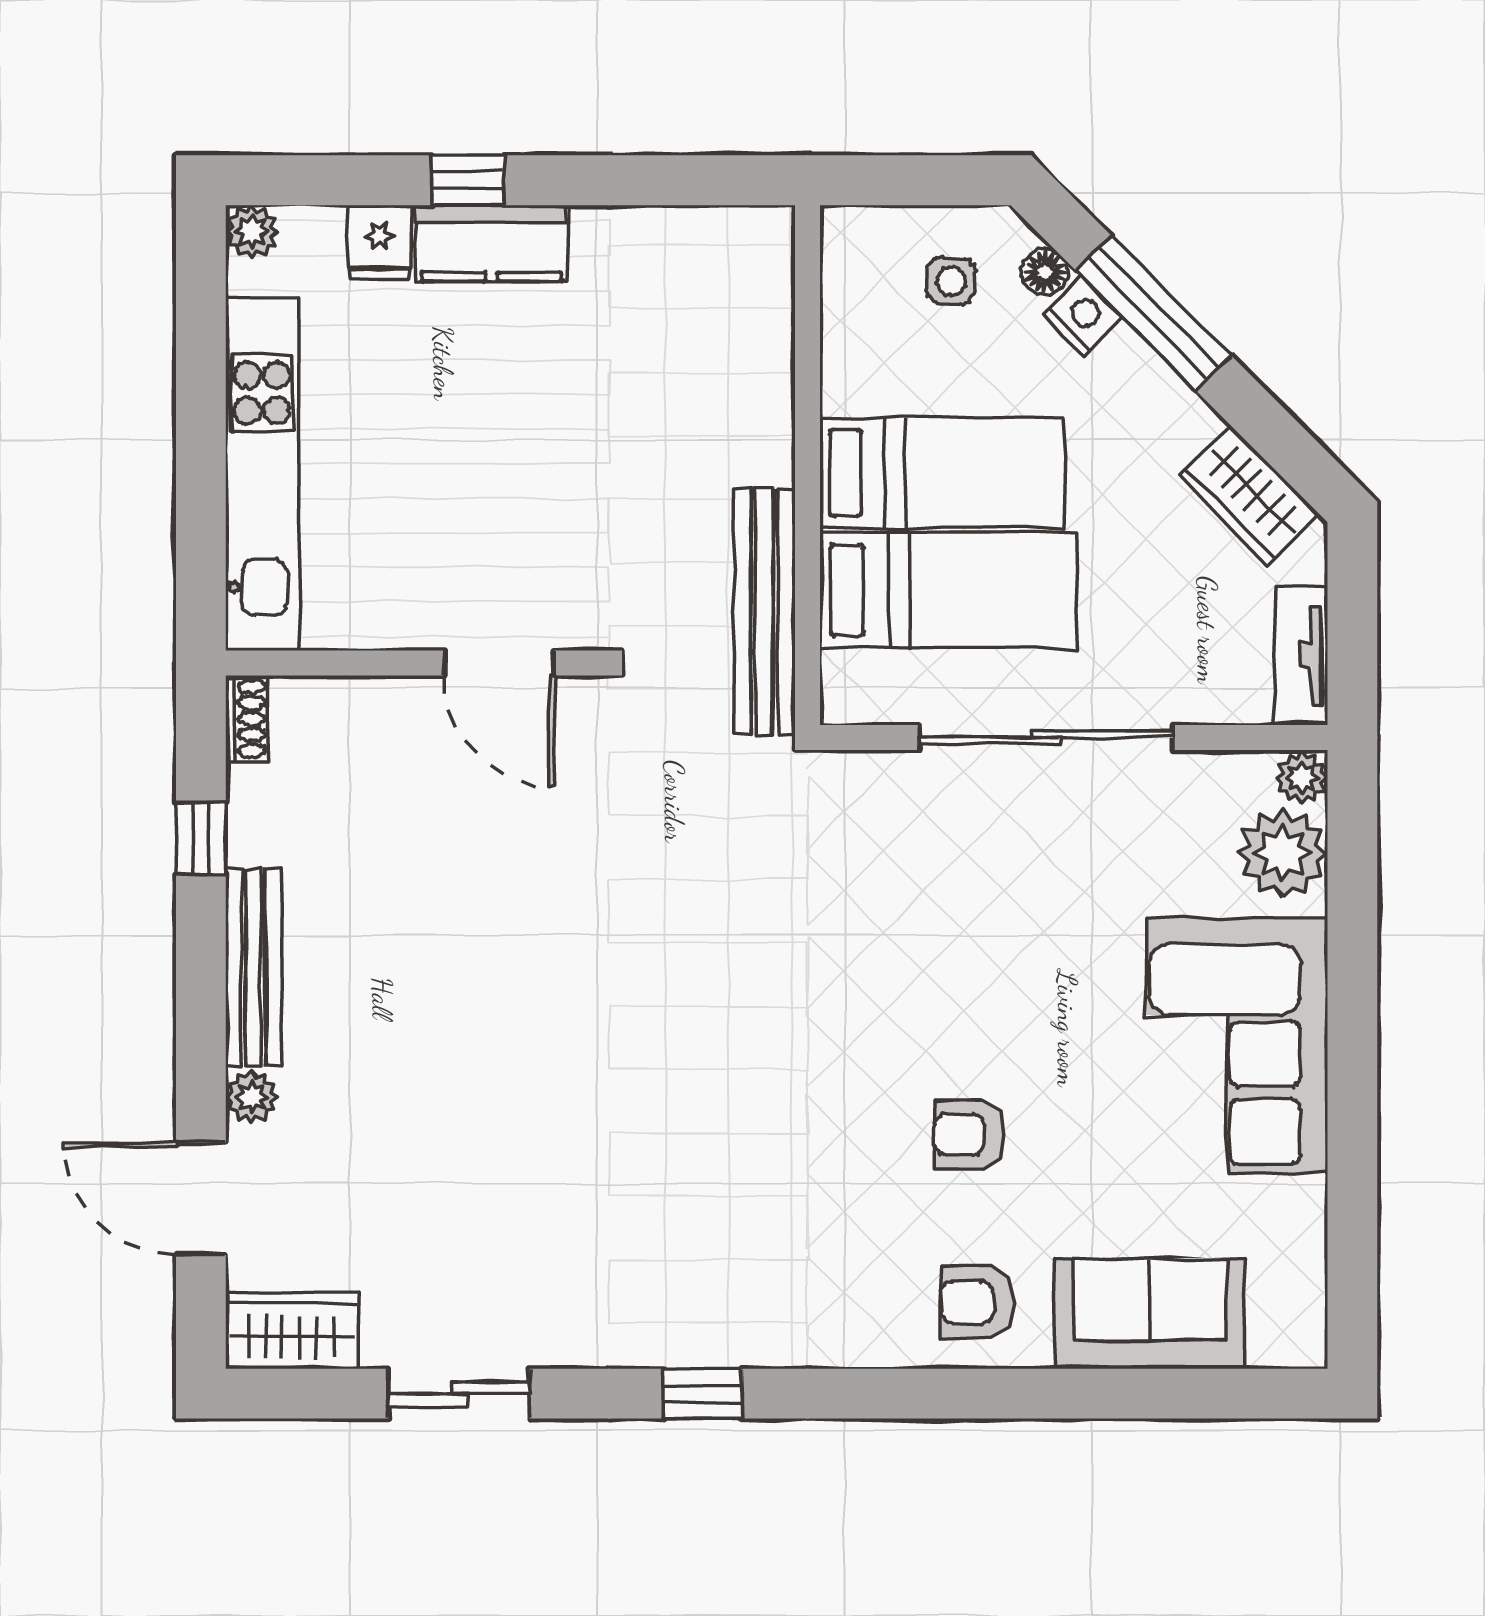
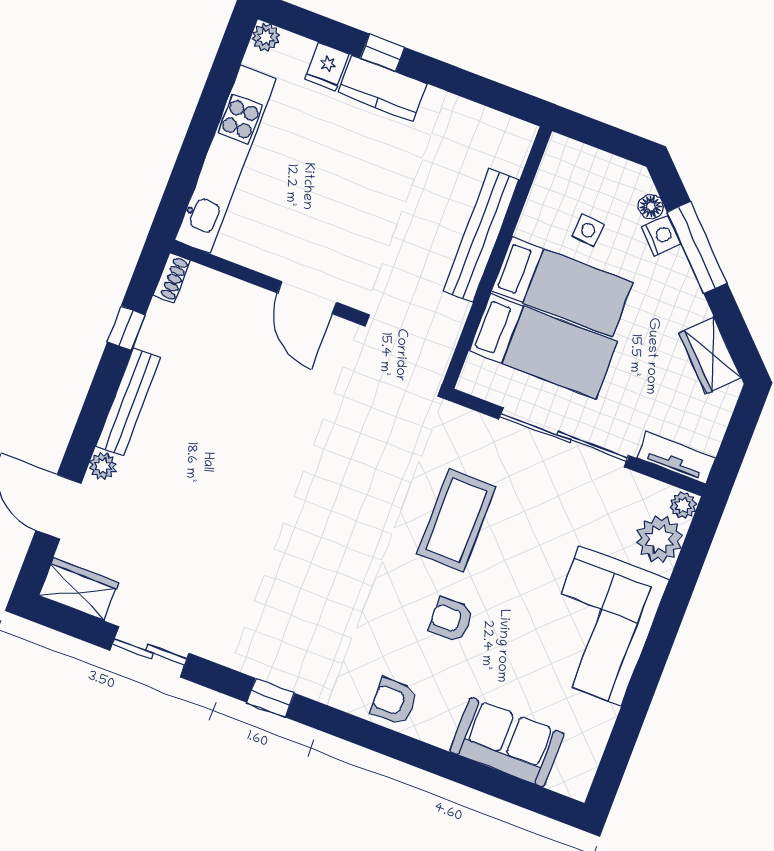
side table: (951, 281) -> (588, 230), moved
bench: (764, 612) -> (481, 236), moved
tv unit: (1301, 656) -> (676, 458), moved, turned 90
coffee table: (912, 956) -> (456, 520), added
armchair: (977, 1302) -> (394, 702), moved

